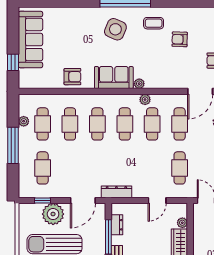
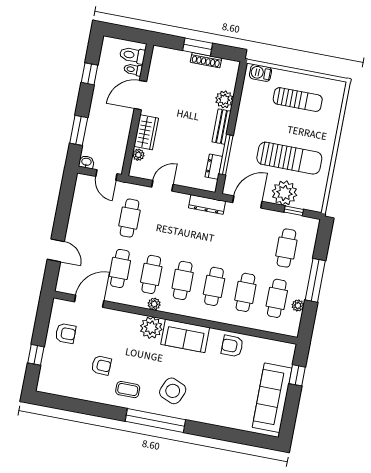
plant: (139, 84) -> (151, 328), width x1.88, depth x1.88

